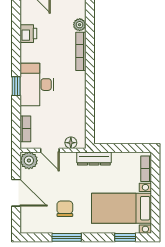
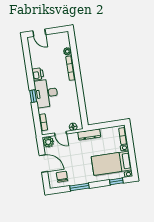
printer: (28, 34) -> (38, 74), moved
chair: (65, 209) -> (62, 177), moved

